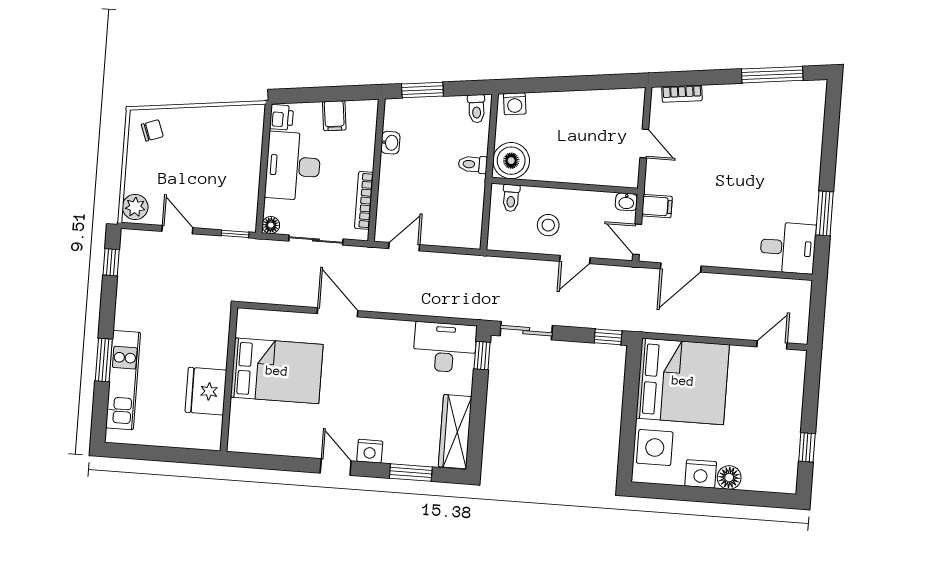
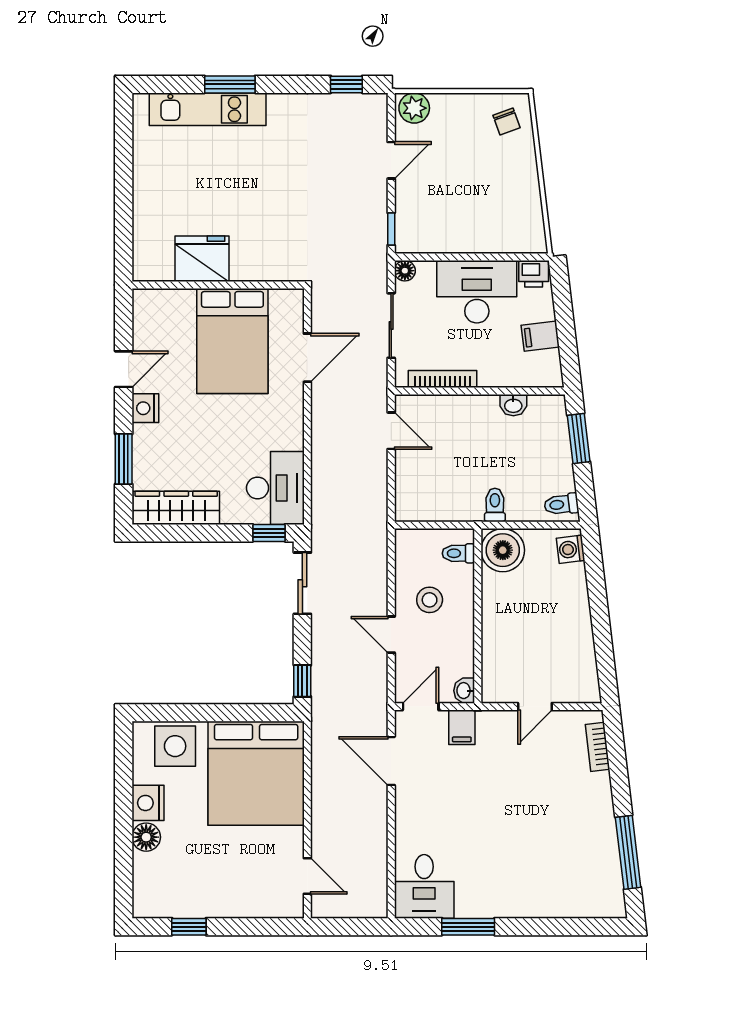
bed: (277, 371) -> (232, 341), moved
wall: (229, 379) -> (218, 285), moved
fridge: (206, 391) -> (202, 259), moved

